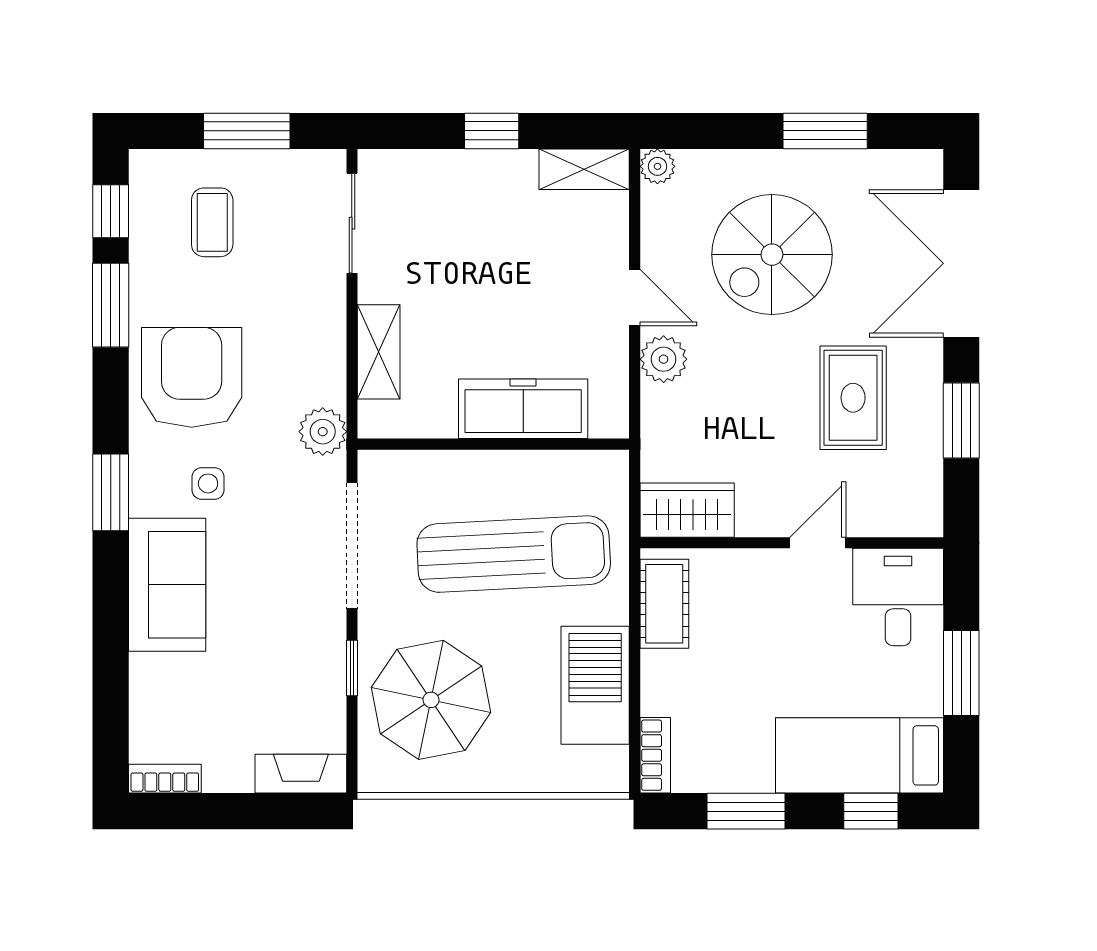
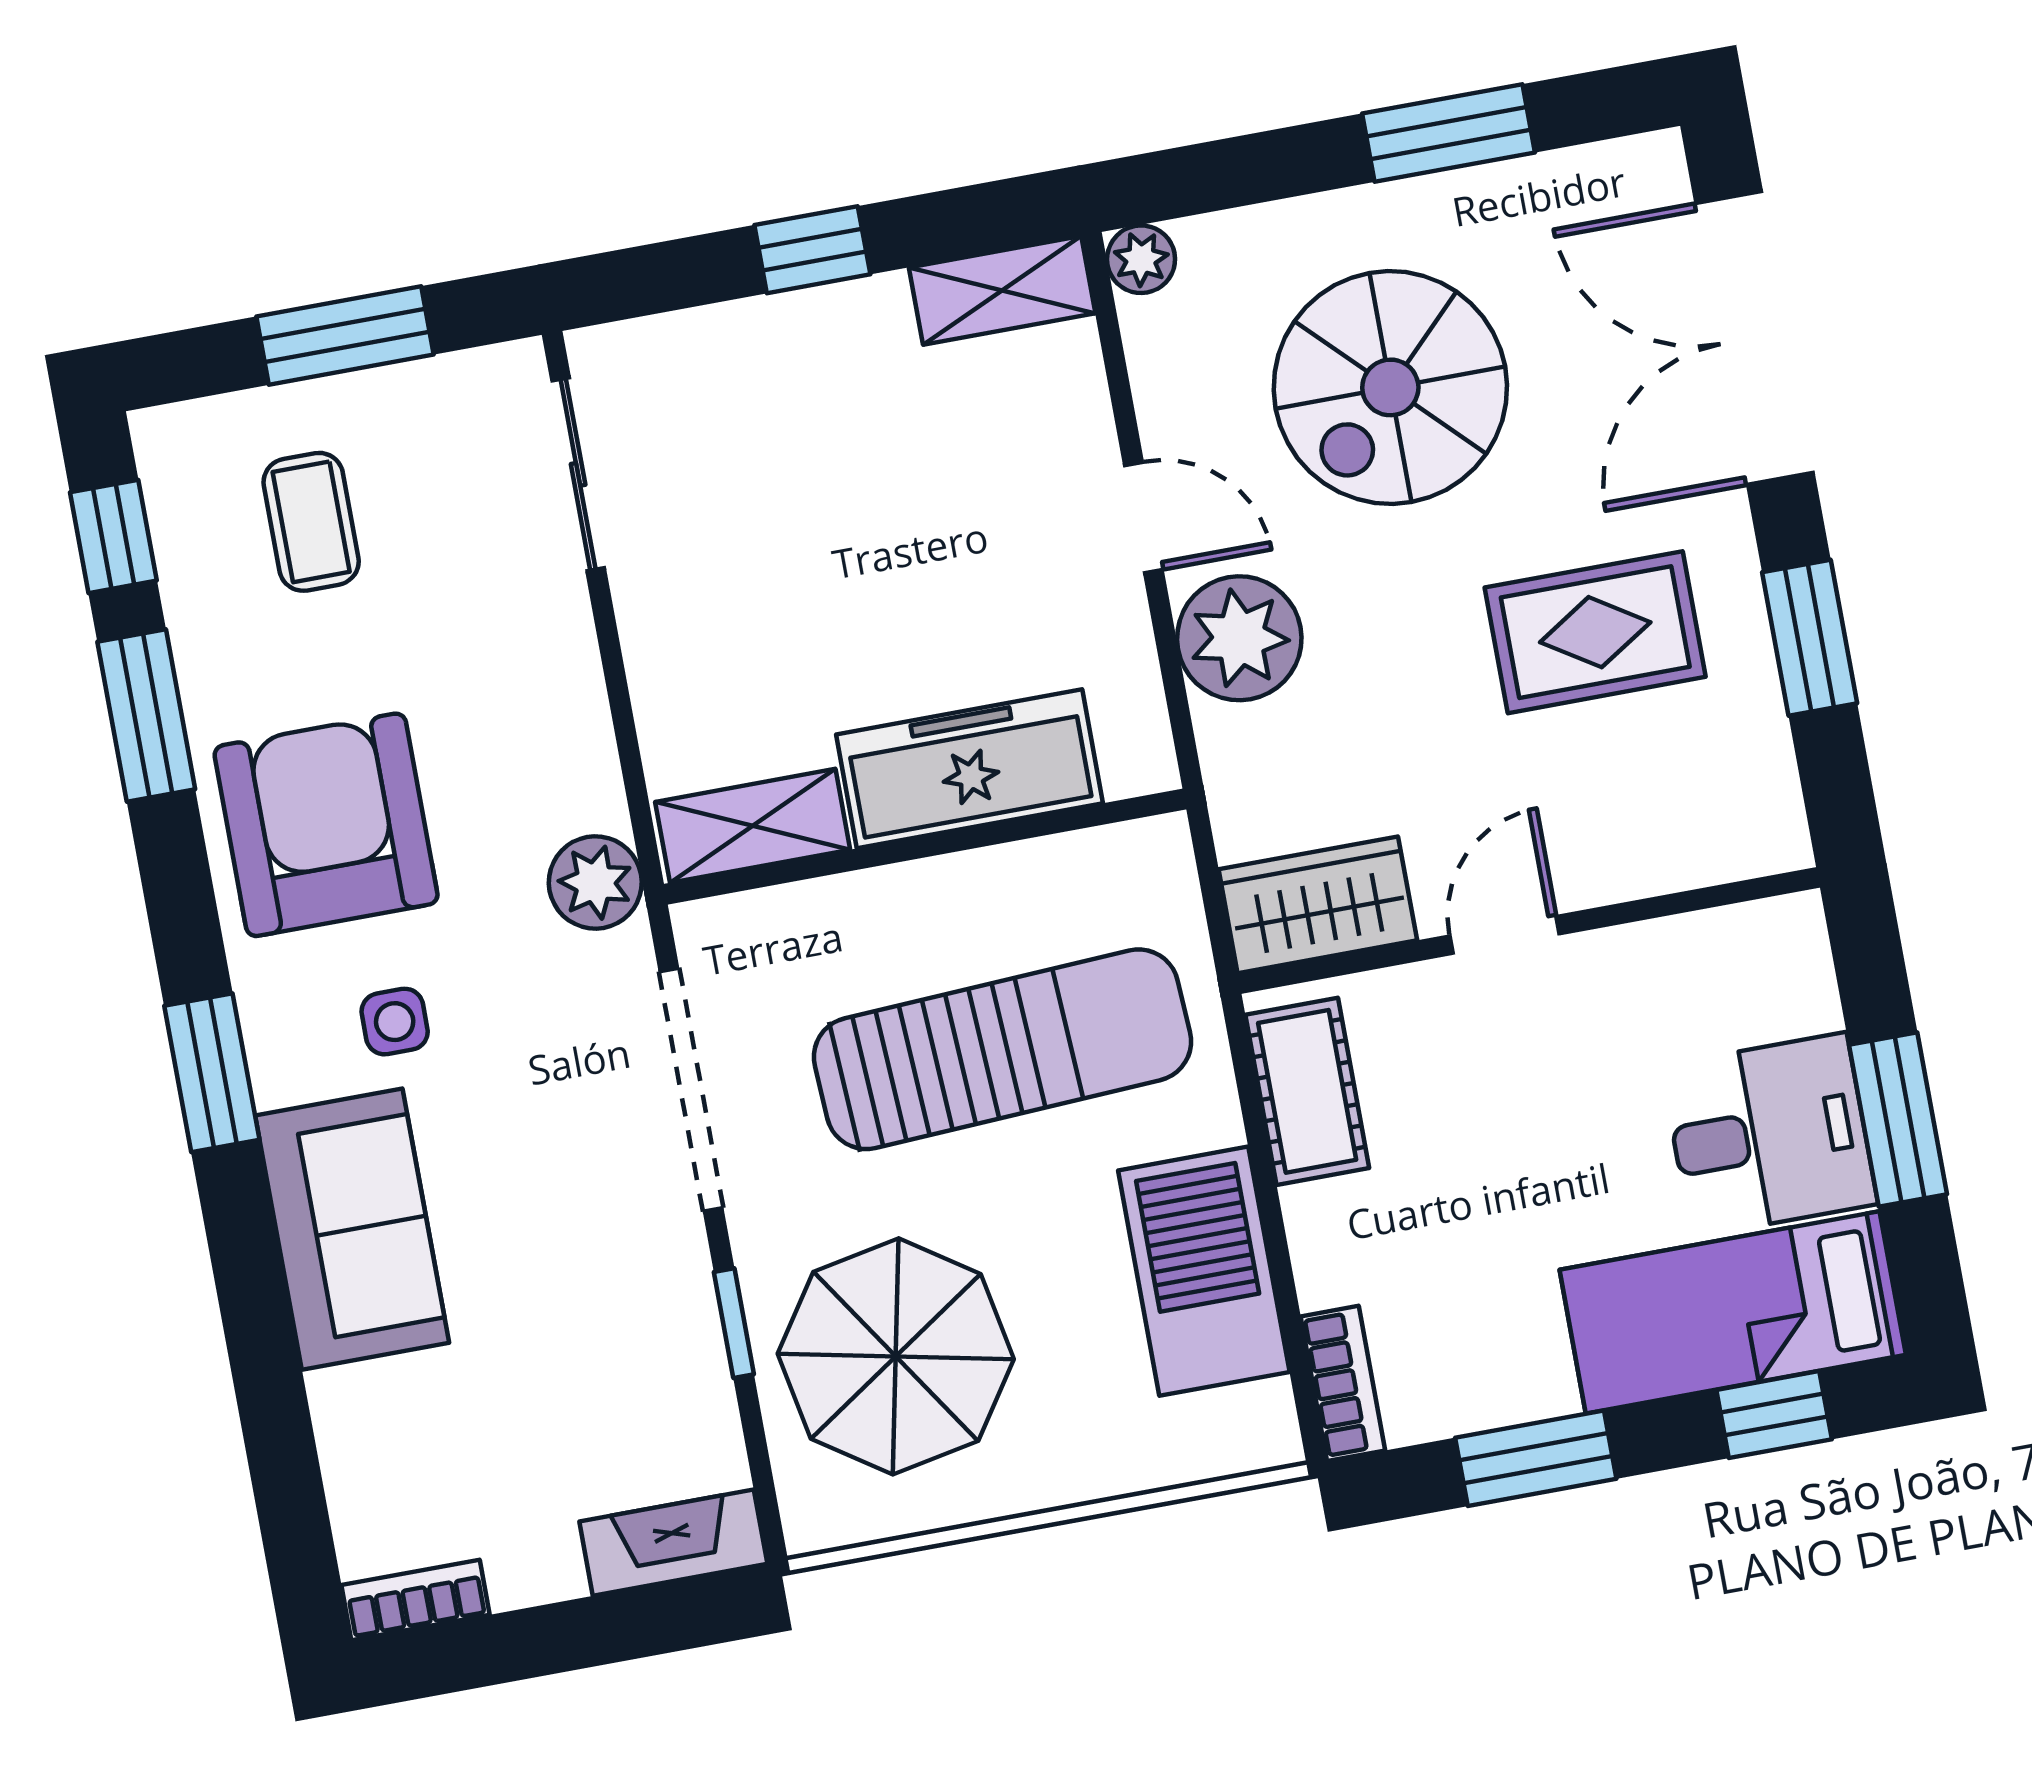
shelving: (379, 352) -> (753, 826), moved, turned 90
plant: (664, 359) -> (1239, 638), width x1.36, depth x1.36
rug: (853, 398) -> (1595, 632), turned 90
door: (818, 543) -> (1505, 935), moved
desk: (898, 597) -> (1769, 1135), moved, turned 90

